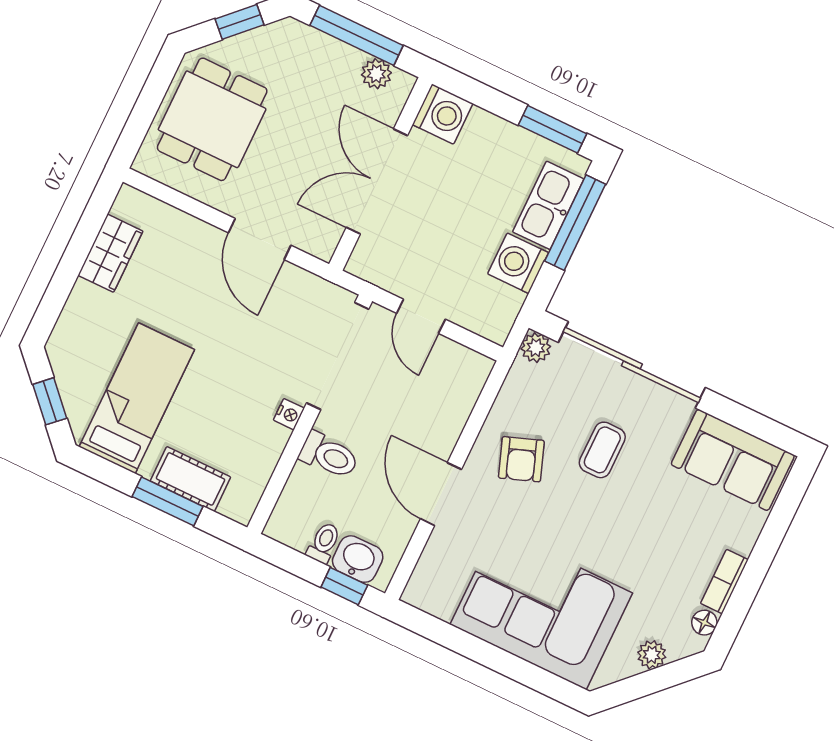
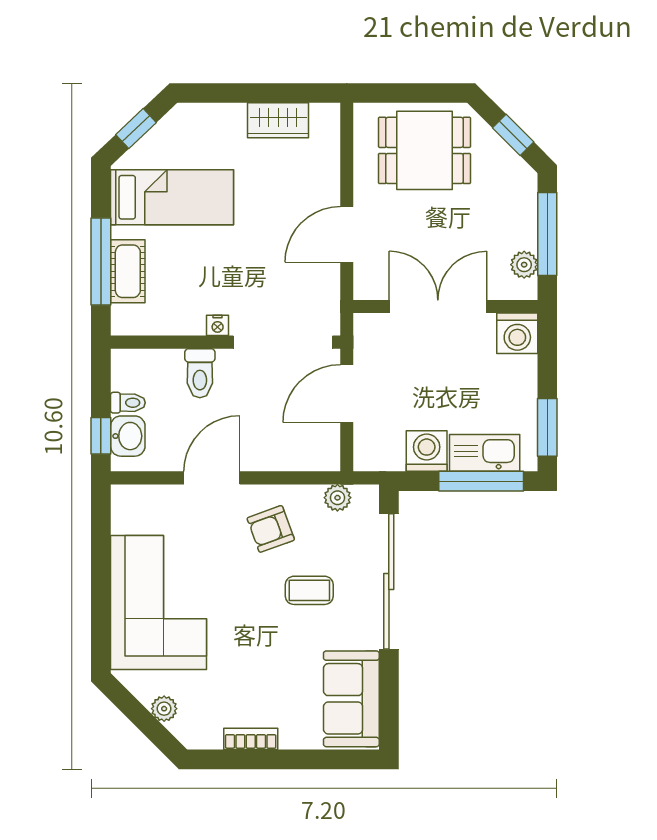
door: (421, 316) -> (347, 394), width x1.38
plant: (536, 348) -> (337, 498), moved
window: (168, 501) -> (101, 262), width x1.44
floor lamp: (704, 623) -> (210, 738), removed

